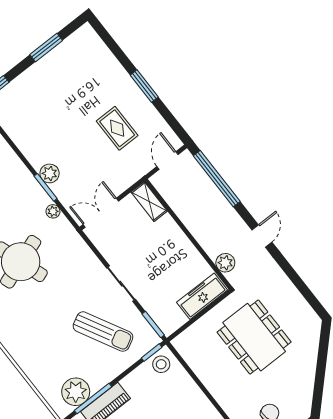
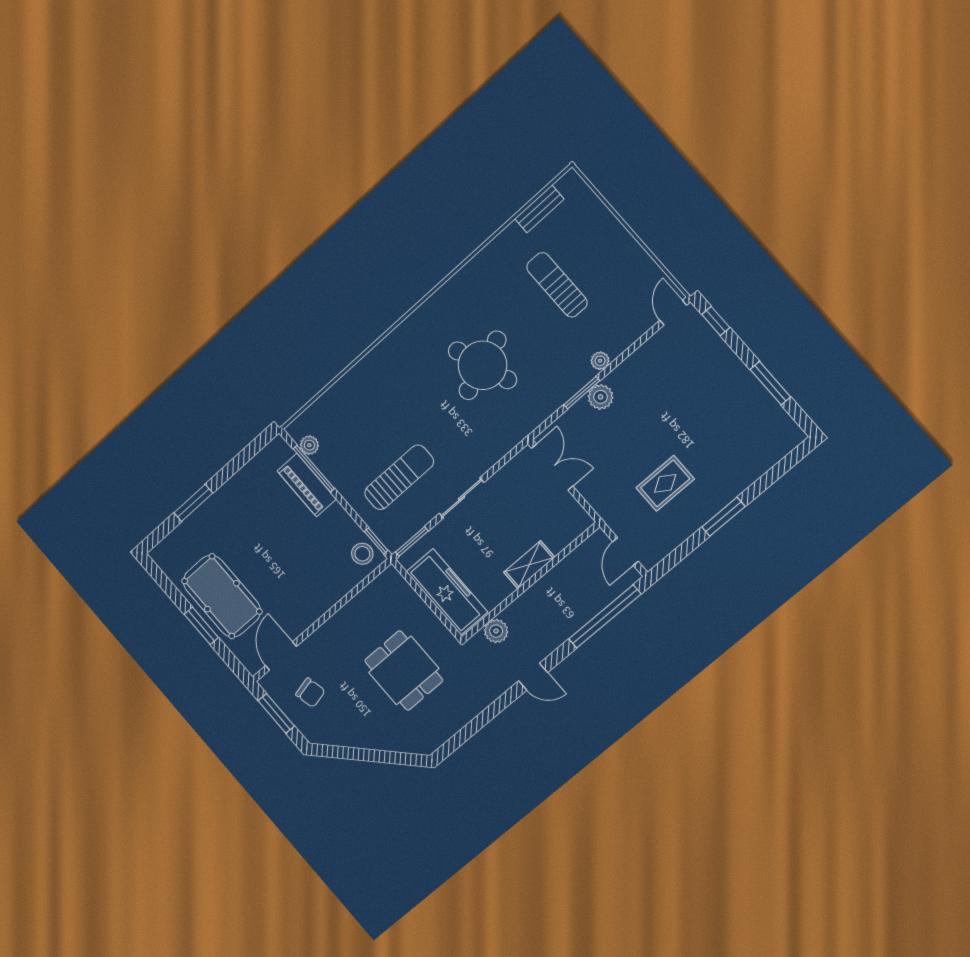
door: (168, 160) -> (625, 551), swing flipped
shelving: (149, 202) -> (529, 565), moved
plant: (53, 211) -> (600, 361), moved
freezer: (202, 296) -> (447, 592), width x1.36, depth x1.26
sun lounger: (103, 332) -> (399, 477), turned -152
dining table: (254, 337) -> (404, 671), width x0.73
plant: (76, 392) -> (309, 445), width x0.53, depth x0.53

